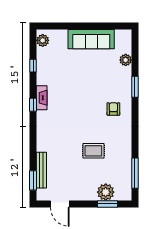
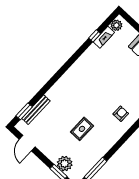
fireplace: (42, 98) -> (104, 37), moved
window: (33, 105) -> (71, 62), removed
rug: (93, 151) -> (82, 129), turned 90

